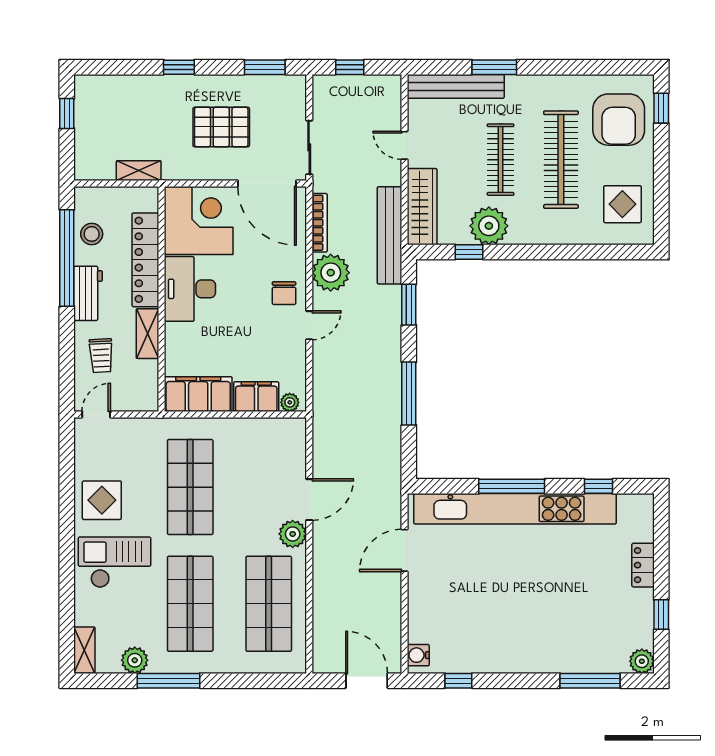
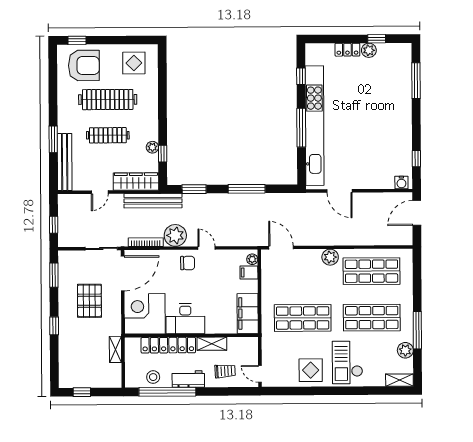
plant: (489, 226) -> (152, 147), width x0.53, depth x0.53
filing cabinet: (256, 397) -> (249, 273), width x0.50
door: (309, 500) -> (281, 248), moved
plant: (642, 661) -> (369, 50), moved

